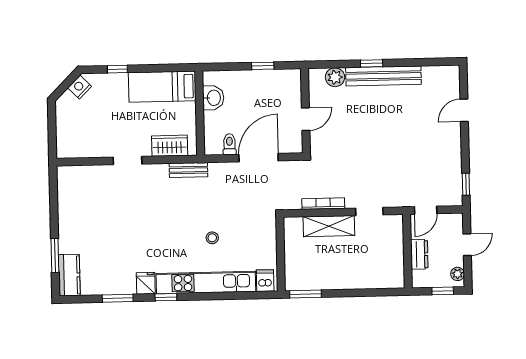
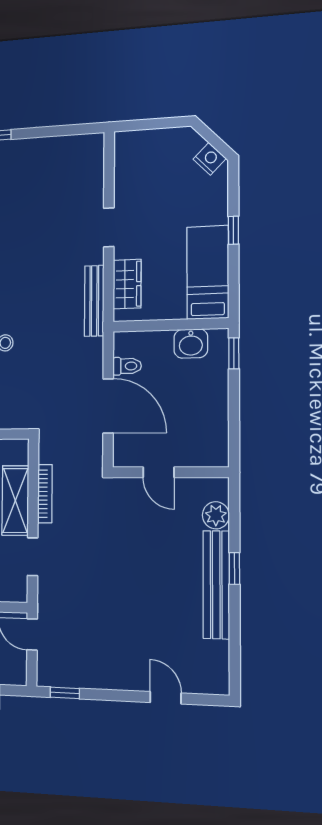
window: (263, 66) -> (234, 353), moved
window: (117, 69) -> (233, 230), moved
bench: (188, 170) -> (94, 301), width x1.36

